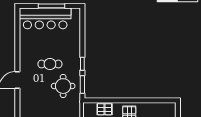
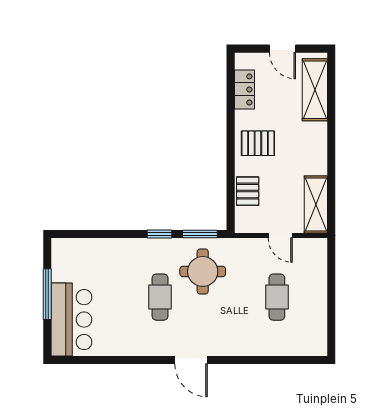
bar counter: (45, 18) -> (71, 320), width x0.73
locker: (157, 107) -> (244, 89), added

